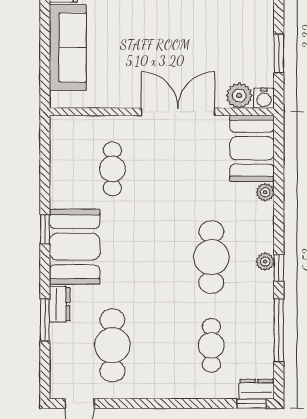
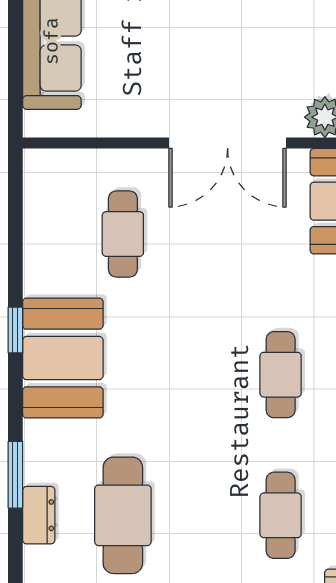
double door: (178, 112) -> (228, 143), swing flipped
cafe table: (211, 257) -> (281, 375), width x0.73, depth x0.74
dresser: (60, 304) -> (39, 515), moved

